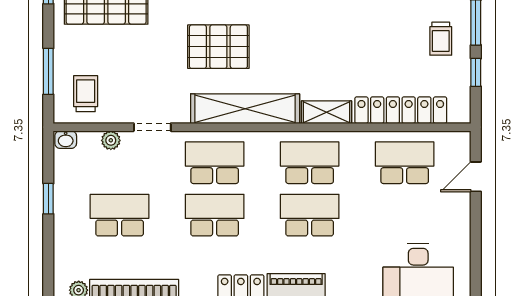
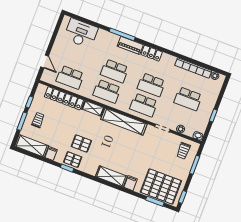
pallet: (218, 47) -> (81, 144), moved, width x0.67, depth x0.71
door: (476, 177) -> (45, 62), hinge flipped

